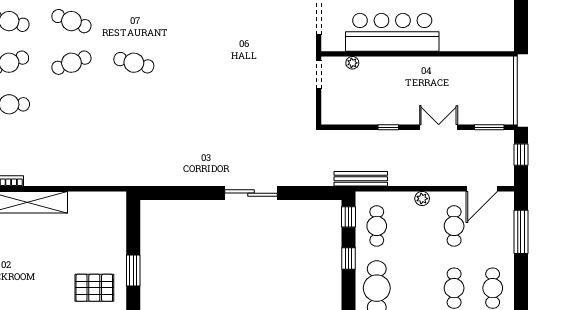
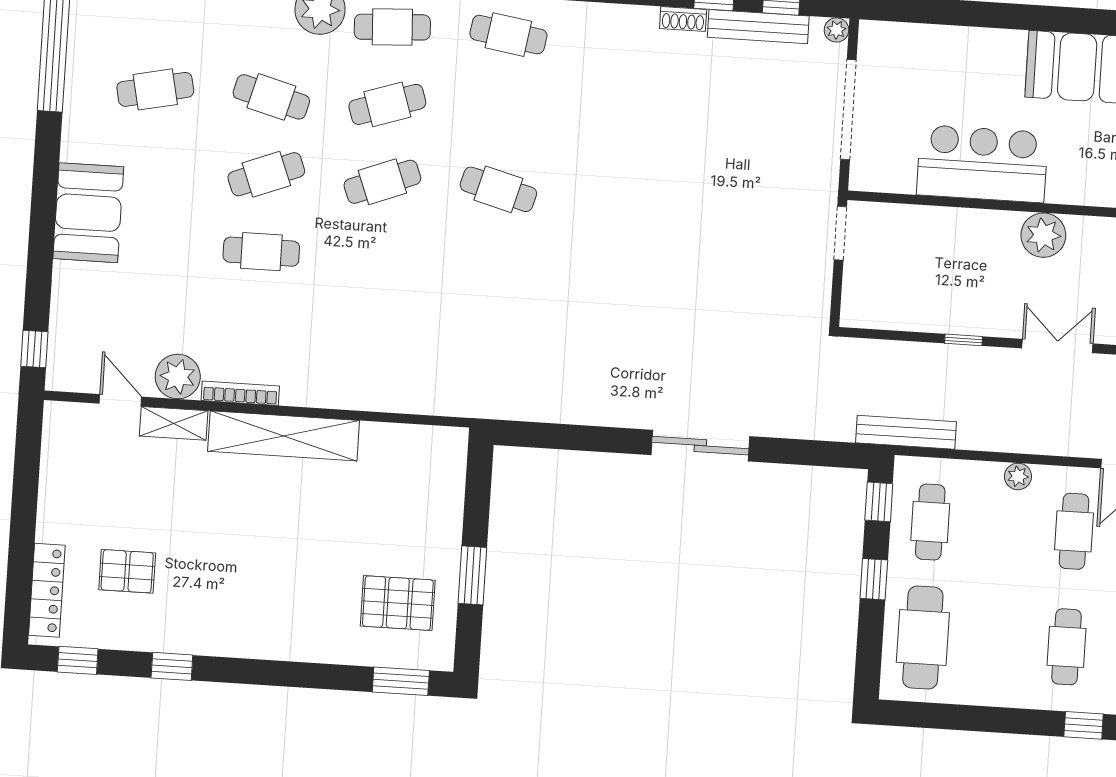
cafe table: (71, 21) -> (387, 104), turned -39
bar counter: (392, 32) -> (982, 164), width x0.73
plant: (352, 63) -> (1043, 235), moved, width x1.88, depth x1.88

